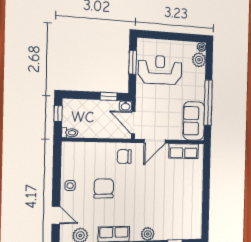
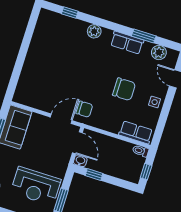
row of seats: (184, 151) -> (136, 132), moved
chair: (124, 156) -> (84, 109), moved
chair: (104, 188) -> (124, 89), turned -90

